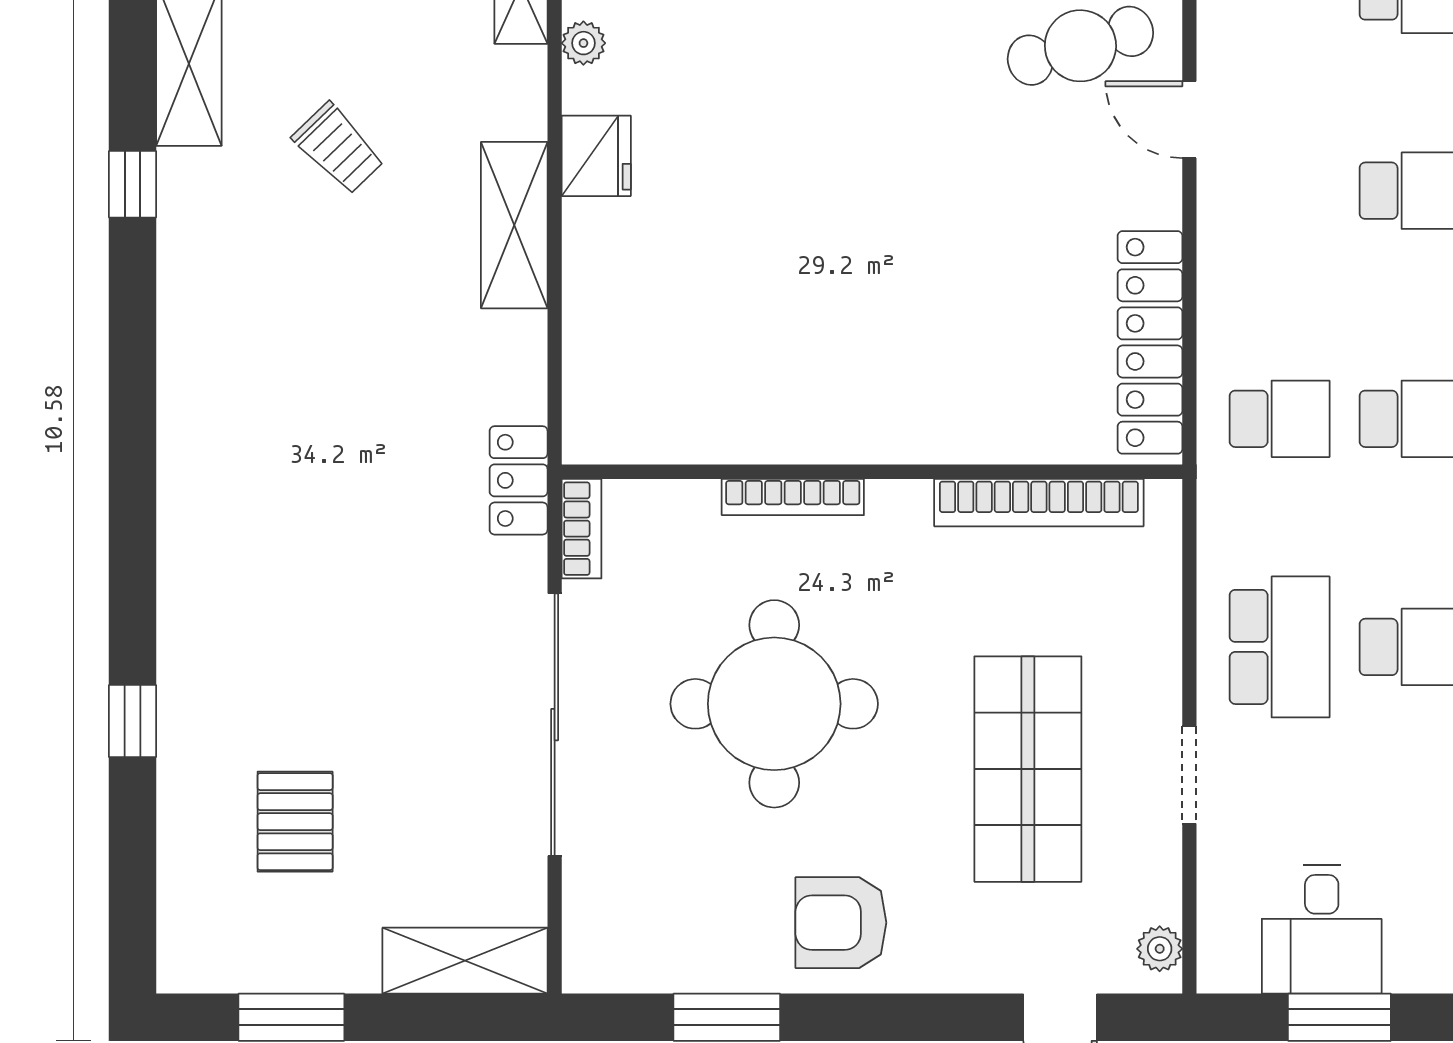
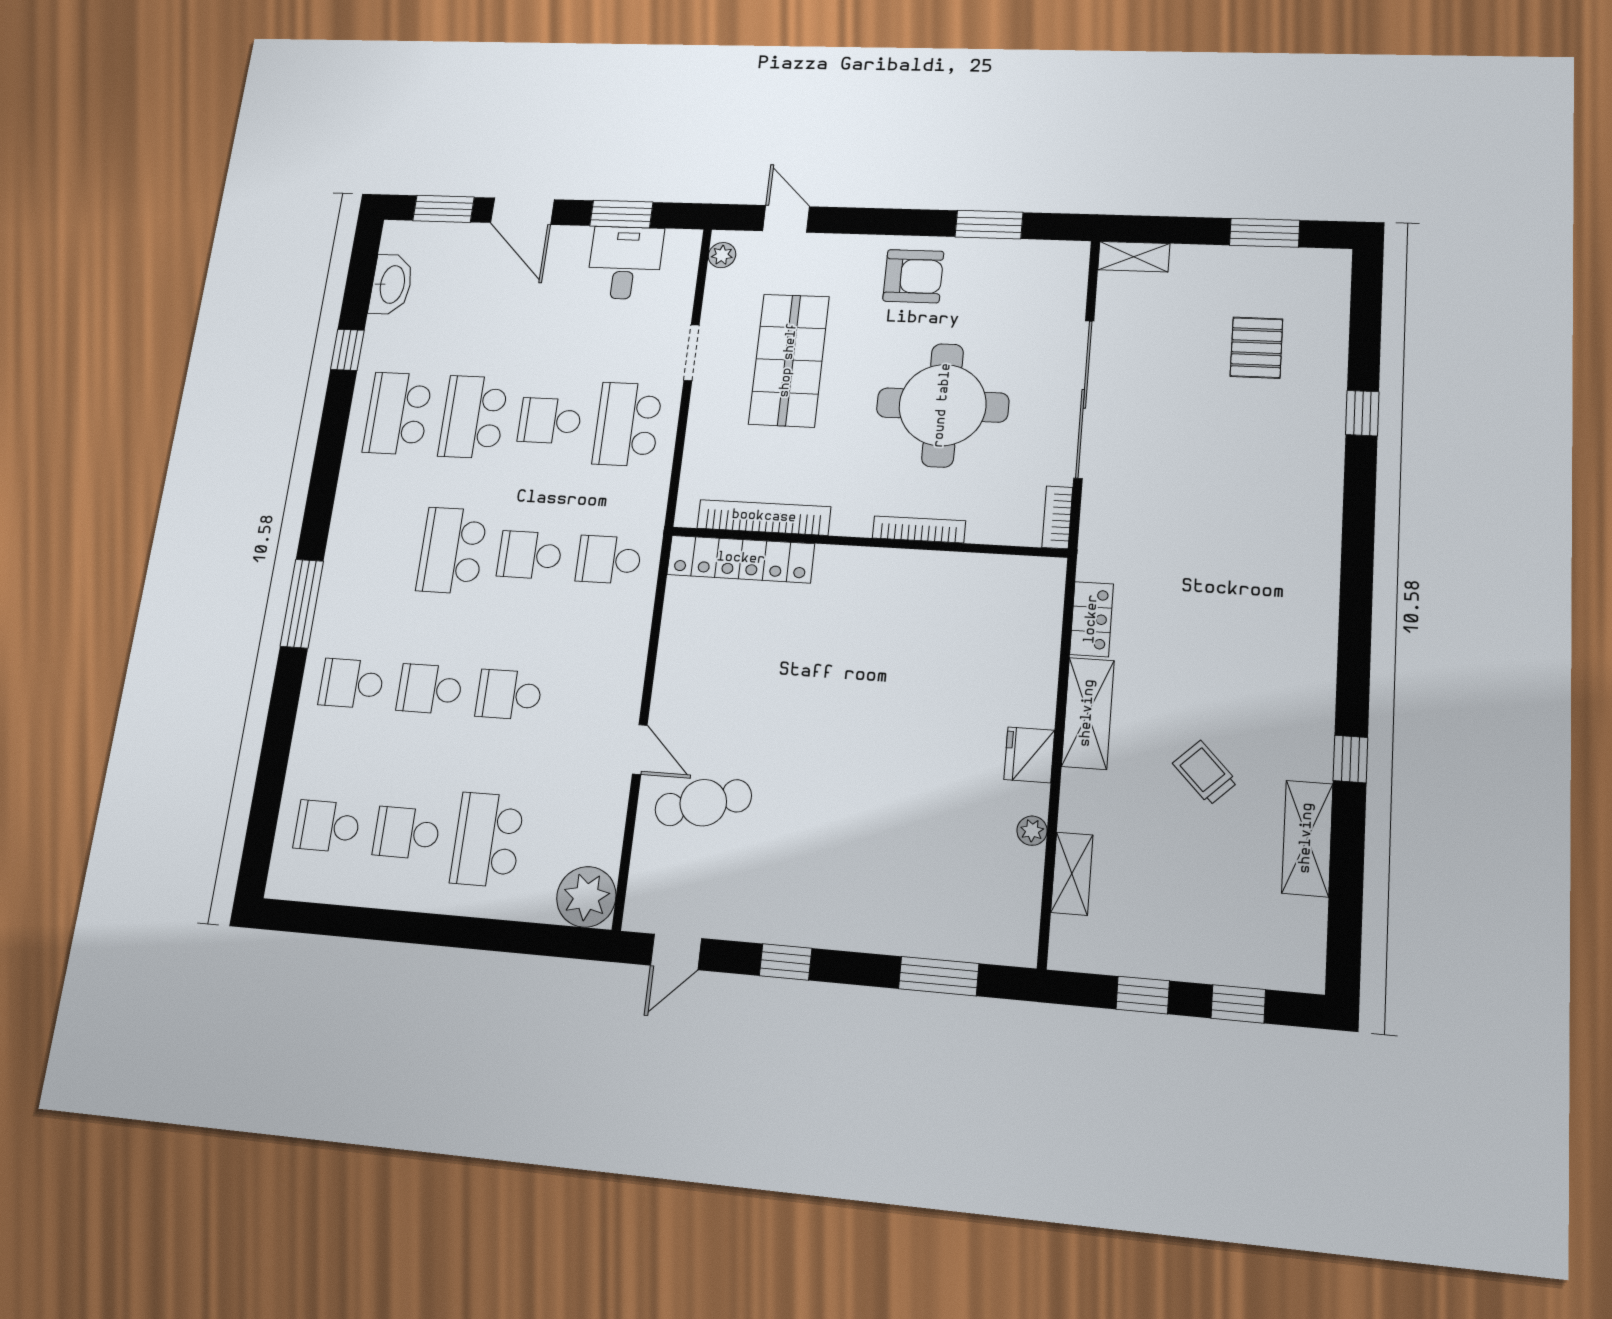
locker: (1150, 342) -> (741, 559), moved, turned 90
locker: (519, 480) -> (1092, 619), moved
shelving: (465, 961) -> (1134, 257), width x0.67, depth x0.75

